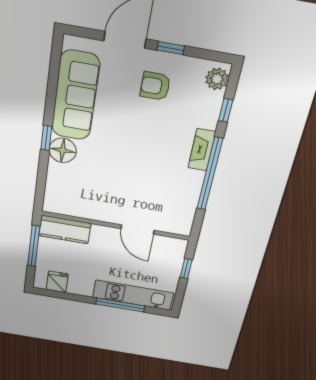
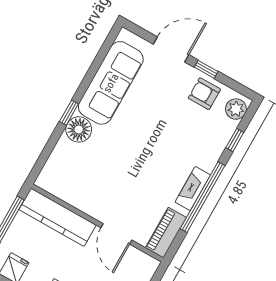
armchair: (155, 86) -> (204, 94), moved
fireplace: (202, 150) -> (193, 189), moved
piano: (184, 215) -> (166, 233), added
kitchen counter: (65, 229) -> (58, 217), width x1.50

